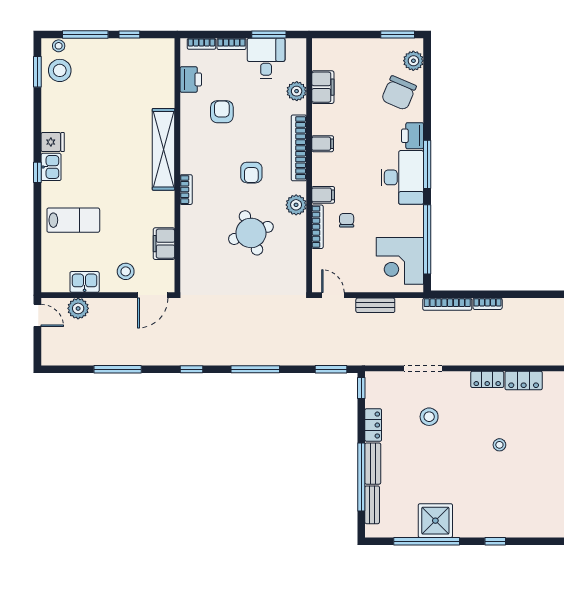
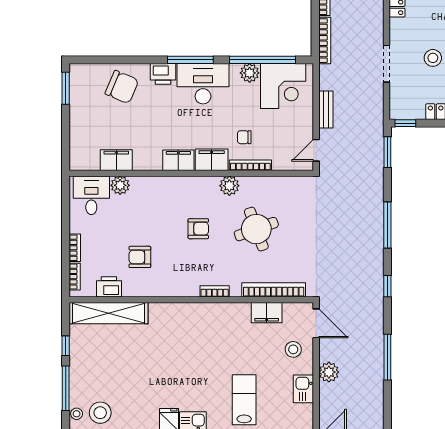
window: (269, 34) -> (66, 212), removed
desk: (266, 58) -> (91, 195), moved, turned 90
plant: (413, 61) -> (250, 73), moved
filing cabinet: (323, 144) -> (178, 160), width x2.00
bookcase: (299, 148) -> (274, 290), moved, turned 180
shelving: (163, 149) -> (109, 313), moved
filing cabinet: (323, 195) -> (212, 160), width x2.00
plant: (78, 308) -> (329, 372), moved

